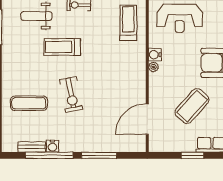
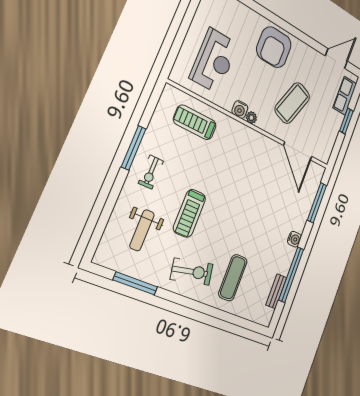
exercise bike: (71, 95) -> (192, 272), moved
coffee table: (192, 106) -> (292, 103), moved, turned 68
water cooler: (52, 146) -> (294, 239), moved
window: (99, 155) -> (317, 203), moved

